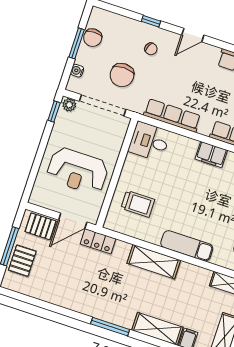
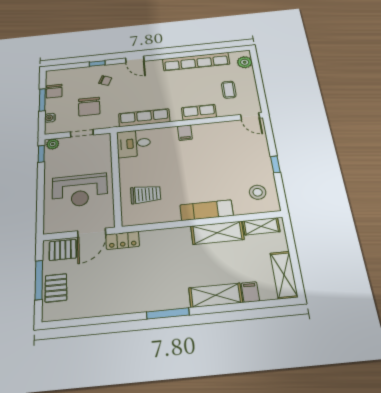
door: (193, 35) -> (135, 60), hinge flipped
doorway: (103, 105) -> (82, 133), width x0.53
filing cabinet: (211, 155) -> (185, 133), width x0.50
shelving: (154, 262) -> (217, 233), moved

